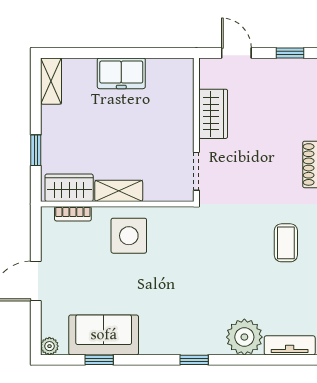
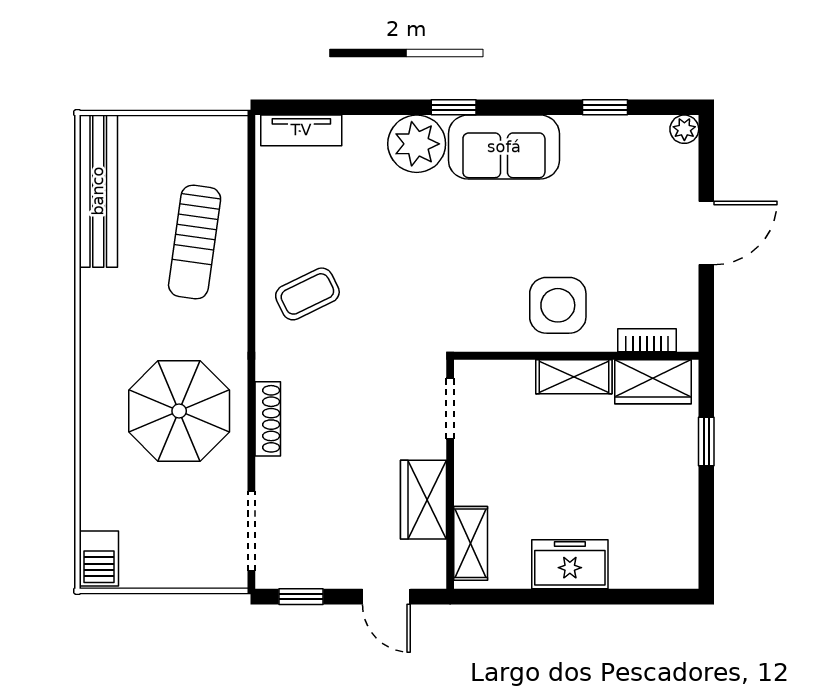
shelving: (51, 81) -> (471, 543), moved
coffee table: (286, 243) -> (307, 294), turned 64
sofa: (104, 335) -> (504, 147), moved
plant: (244, 337) -> (417, 144), moved

